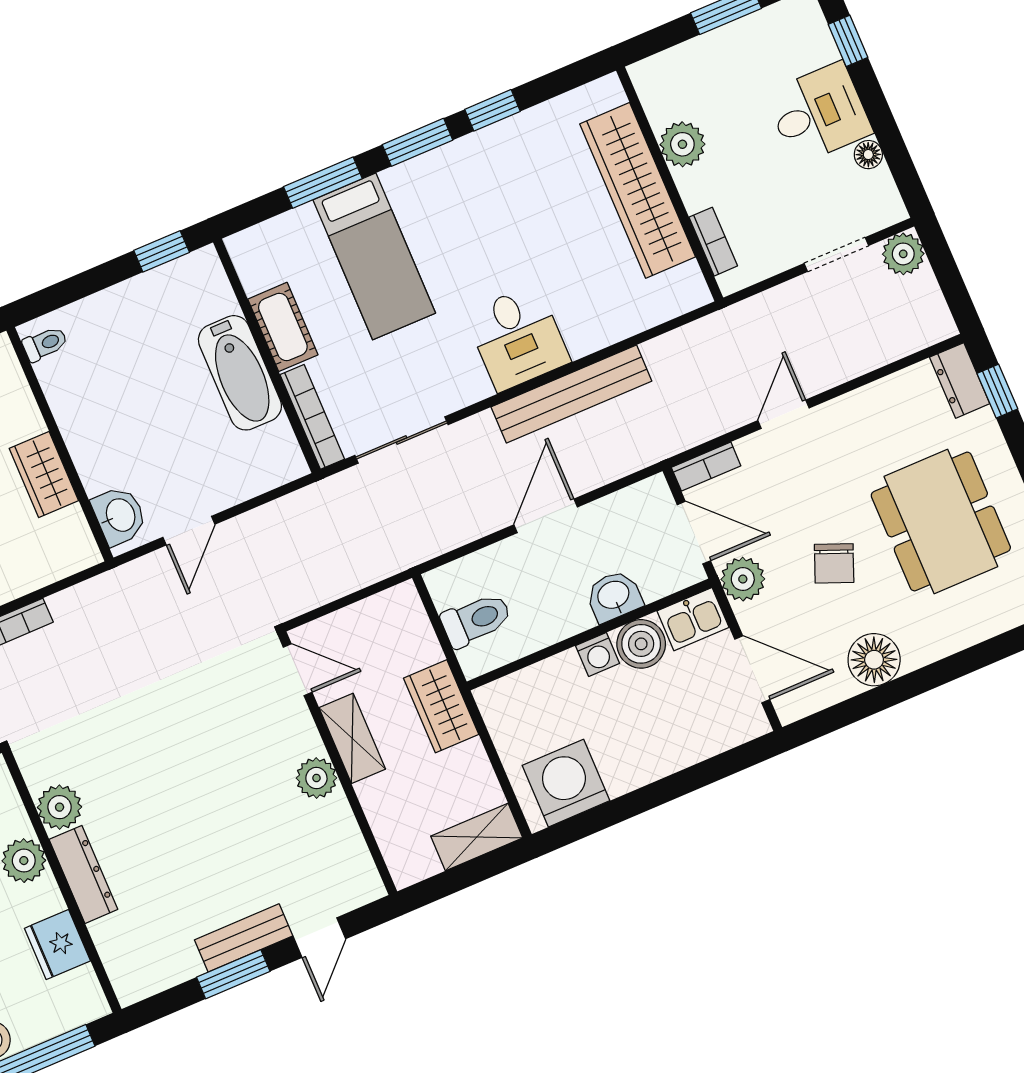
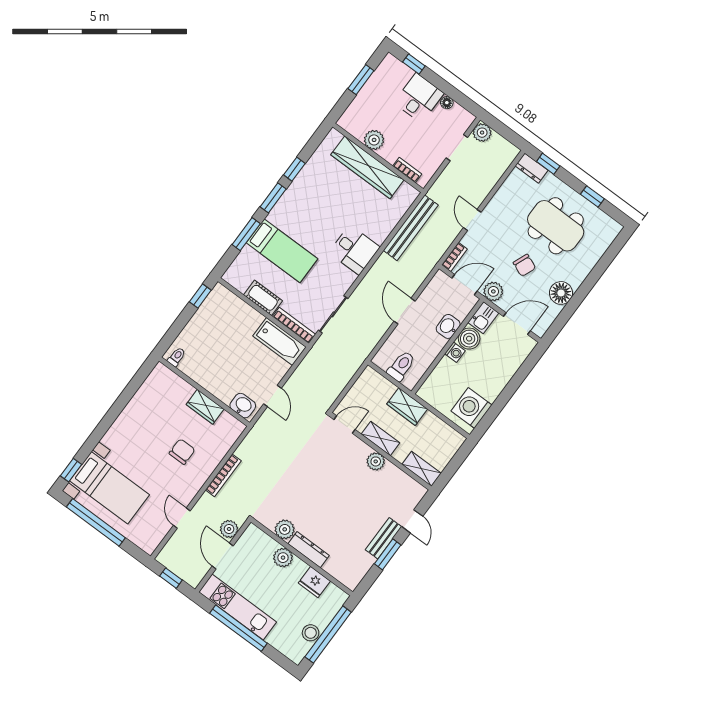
bathtub: (240, 373) -> (280, 341), moved
bench: (571, 394) -> (411, 228), moved
shelving: (477, 837) -> (422, 469), moved, turned 90

